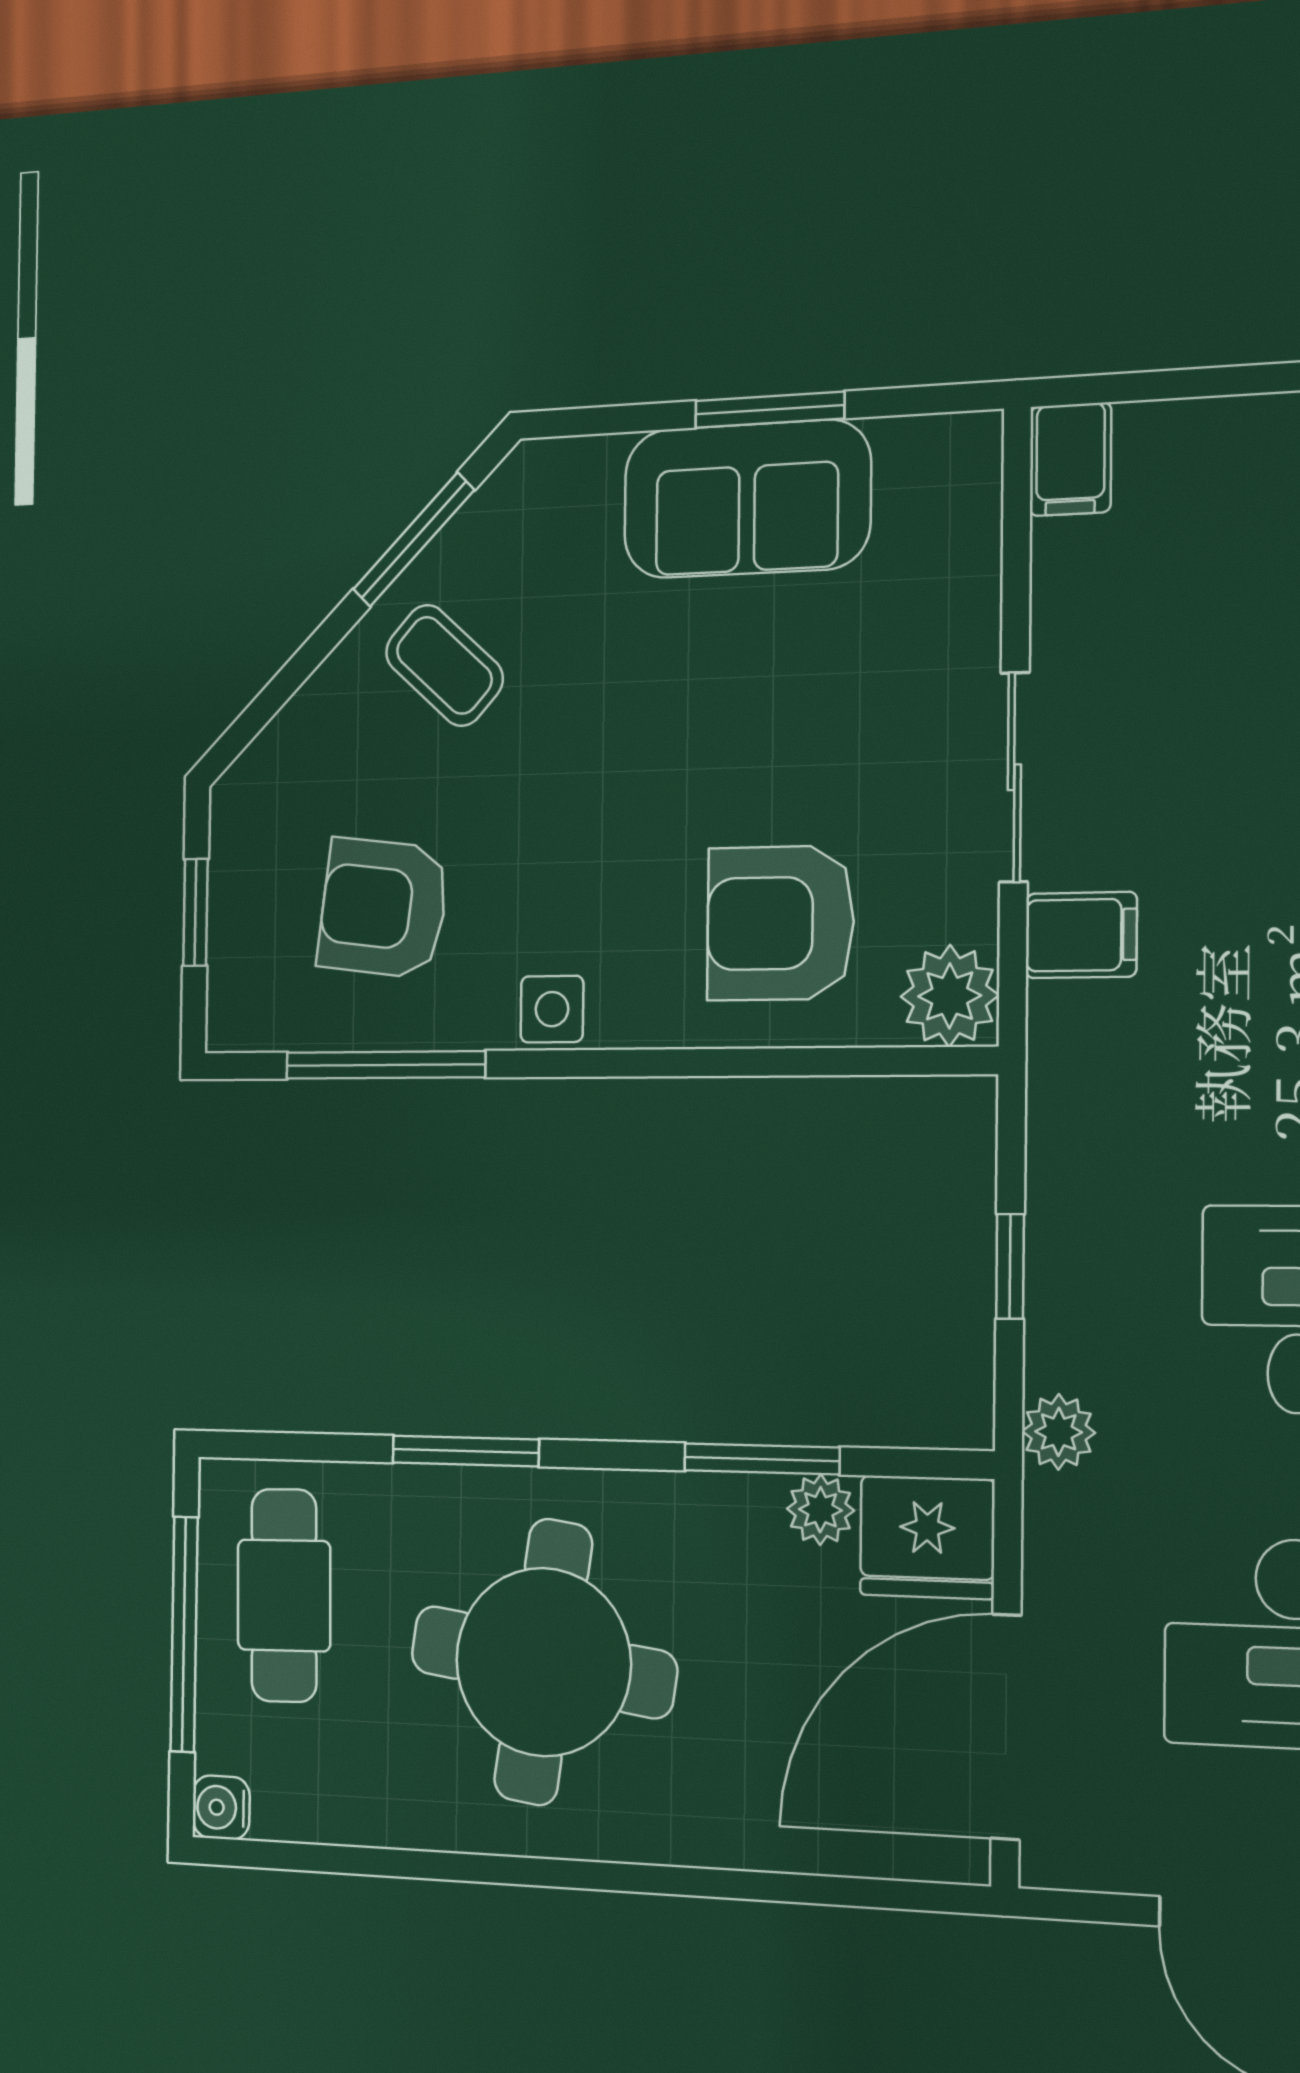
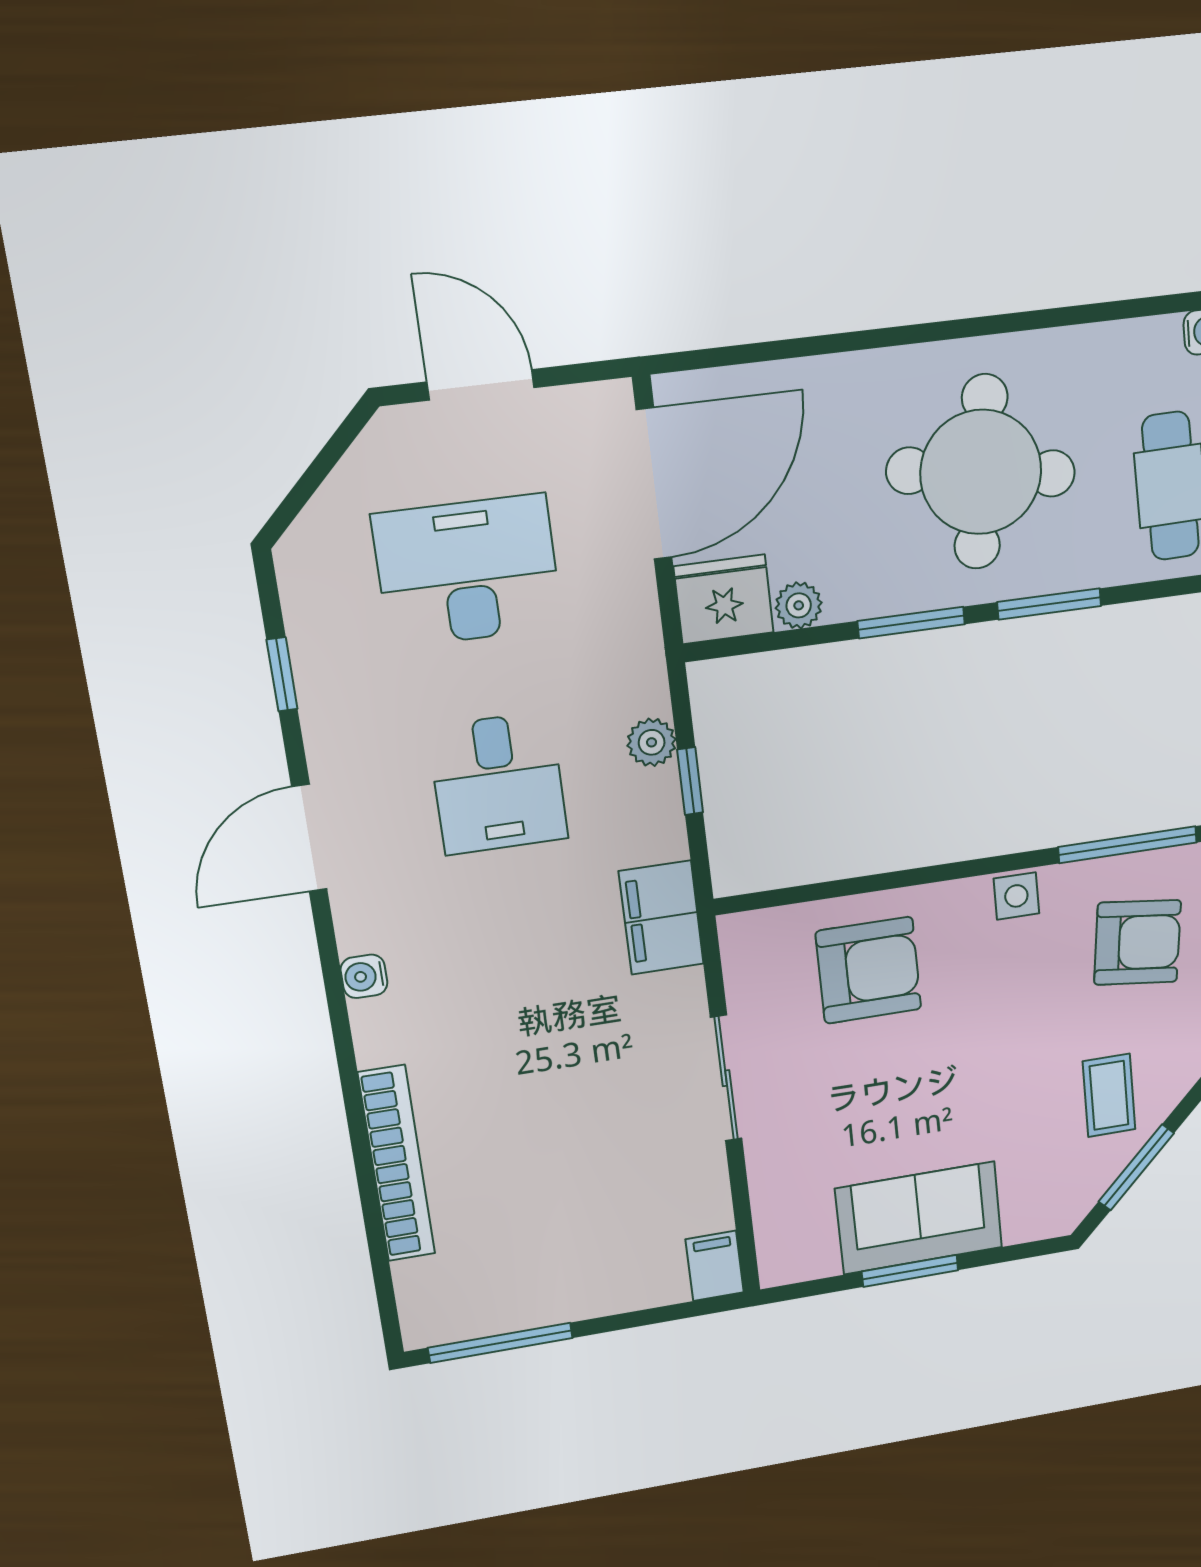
coffee table: (444, 665) -> (1109, 1095), turned 48
filing cabinet: (1081, 935) -> (661, 918), moved, width x2.00
plant: (950, 996) -> (751, 942), removed
plant: (1059, 1432) -> (652, 742), moved
window: (762, 1459) -> (911, 623), moved

